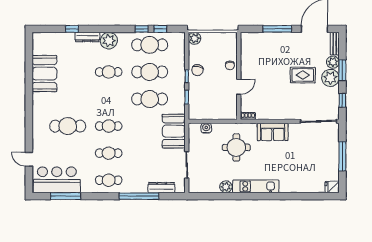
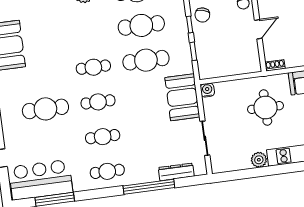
cafe table: (109, 72) -> (93, 67), moved
water cooler: (206, 128) -> (207, 90), moved

